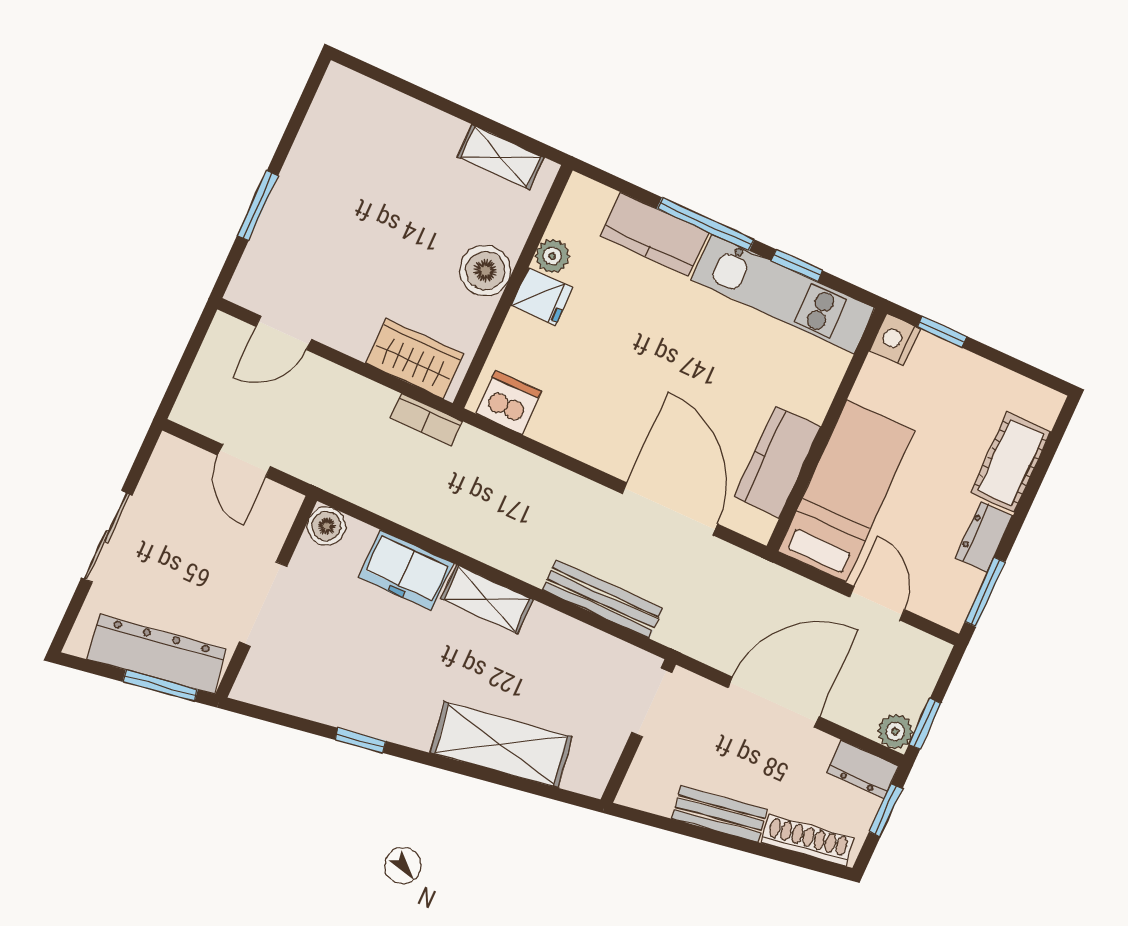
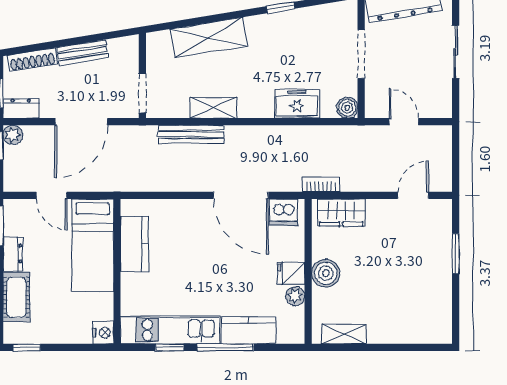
window: (942, 332) -> (27, 347), moved
door: (670, 509) -> (241, 195), moved
shelving: (487, 599) -> (213, 108), moved

